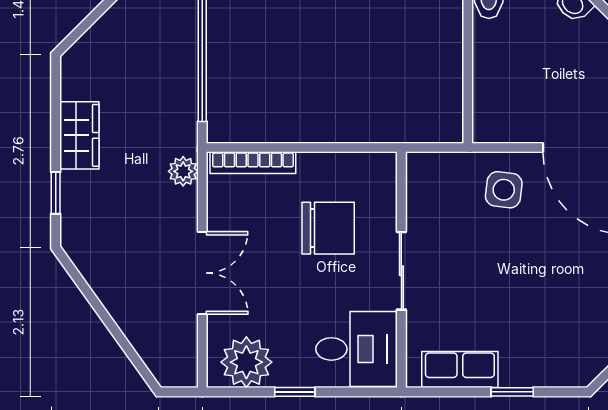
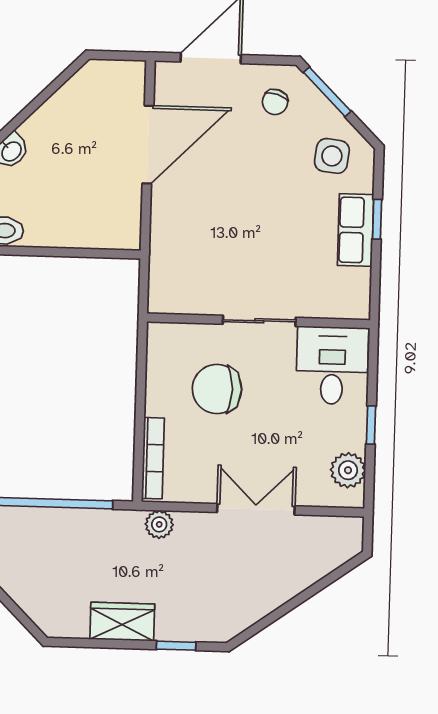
side table: (504, 190) -> (332, 156), moved
chair: (328, 228) -> (217, 389), turned -90
plant: (246, 362) -> (348, 470), width x0.73, depth x0.73
row of seats: (460, 370) -> (356, 230), moved

